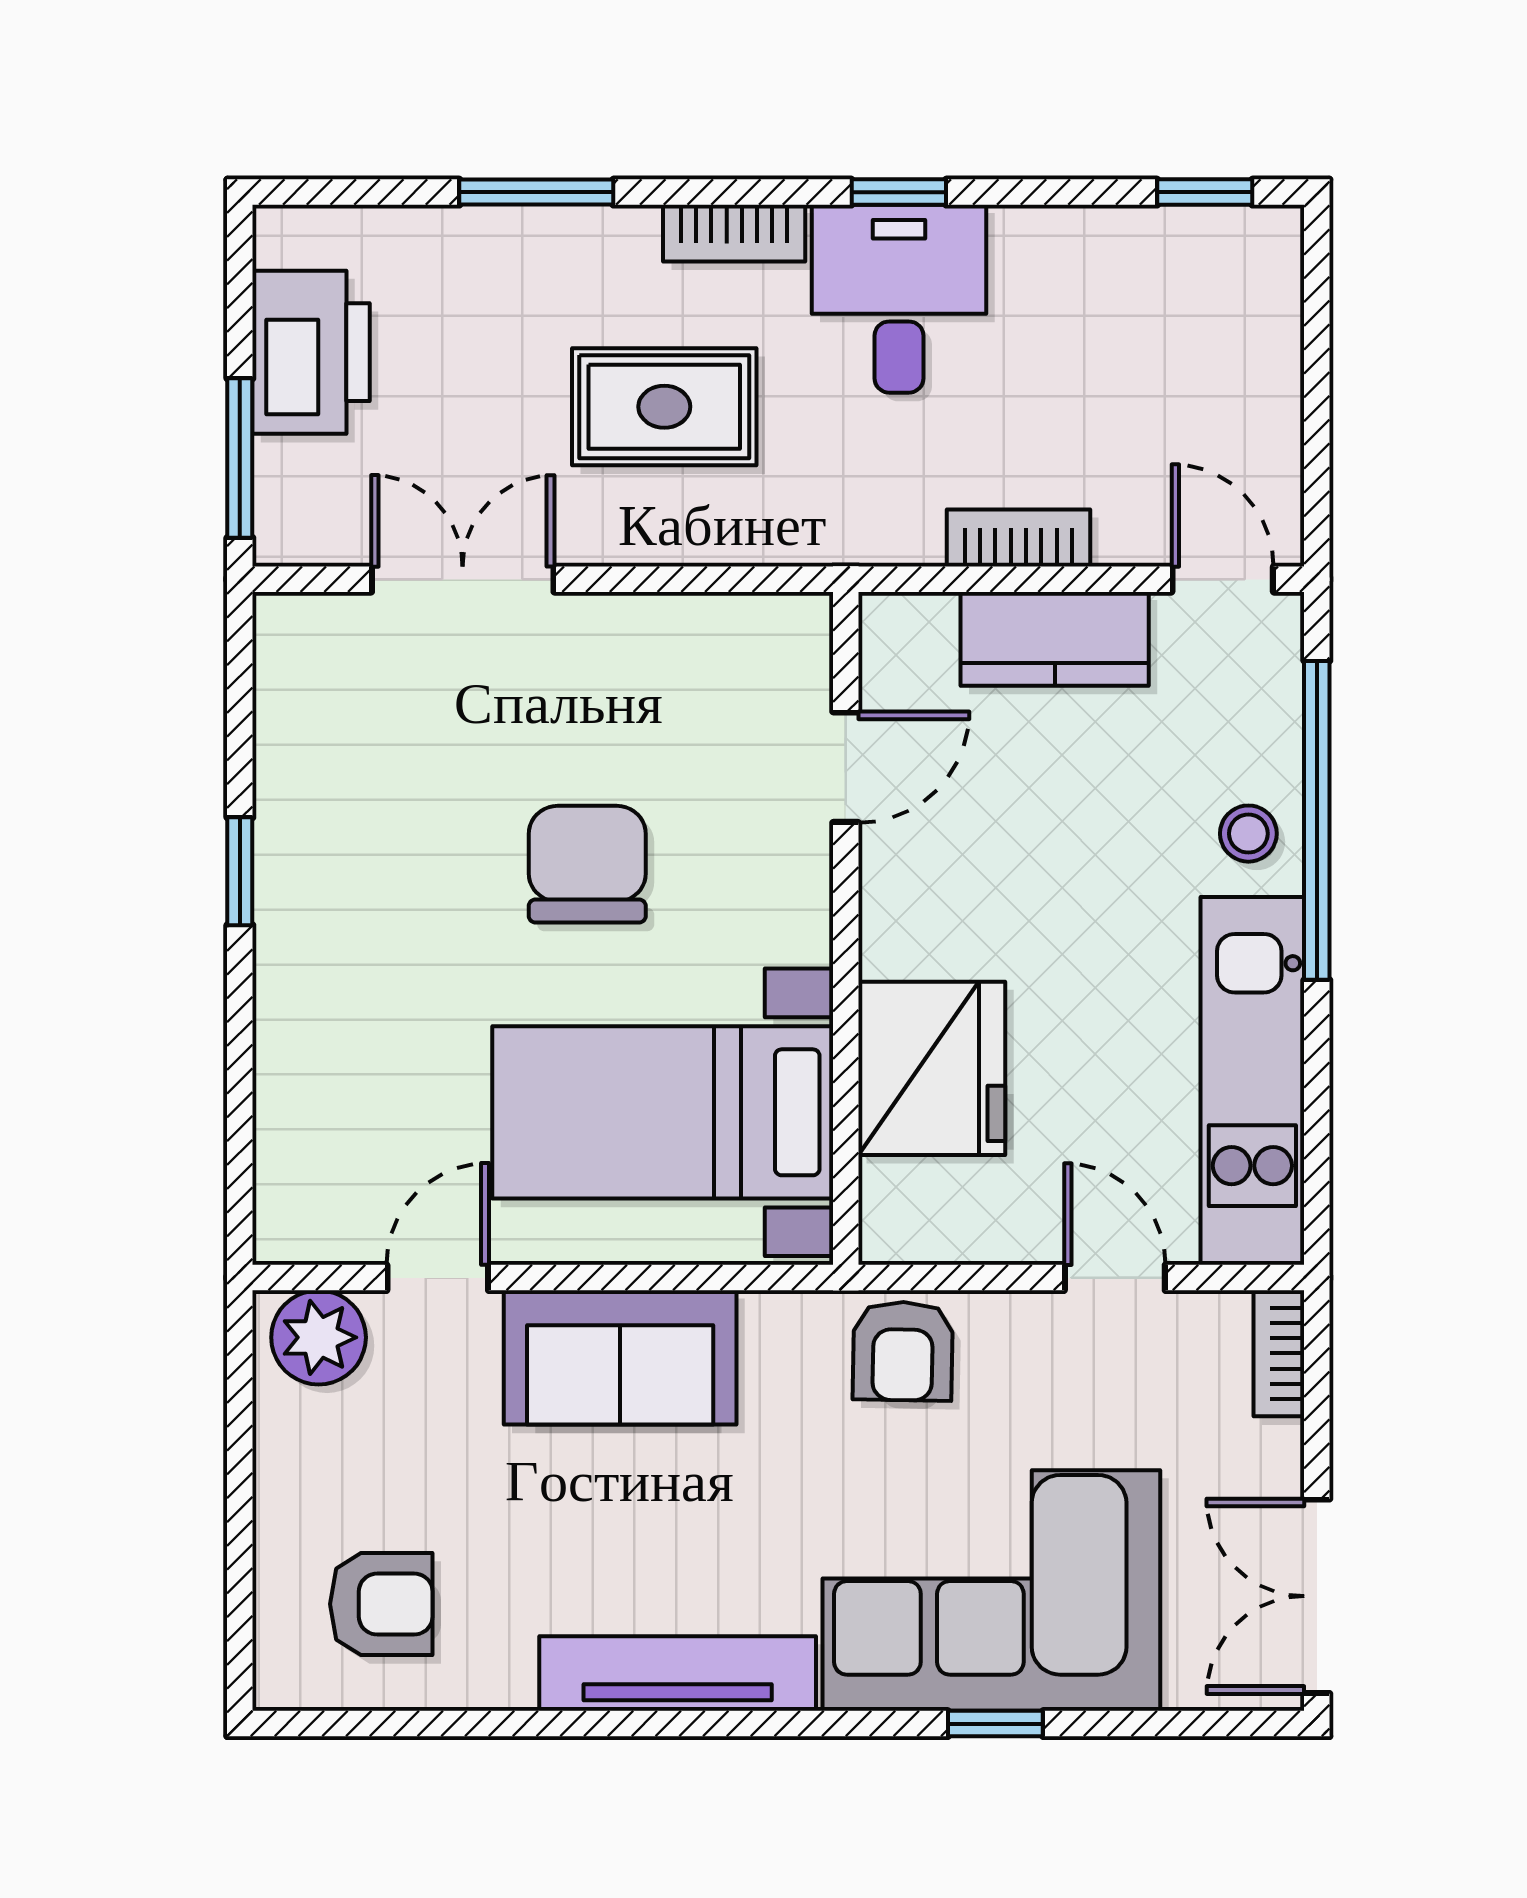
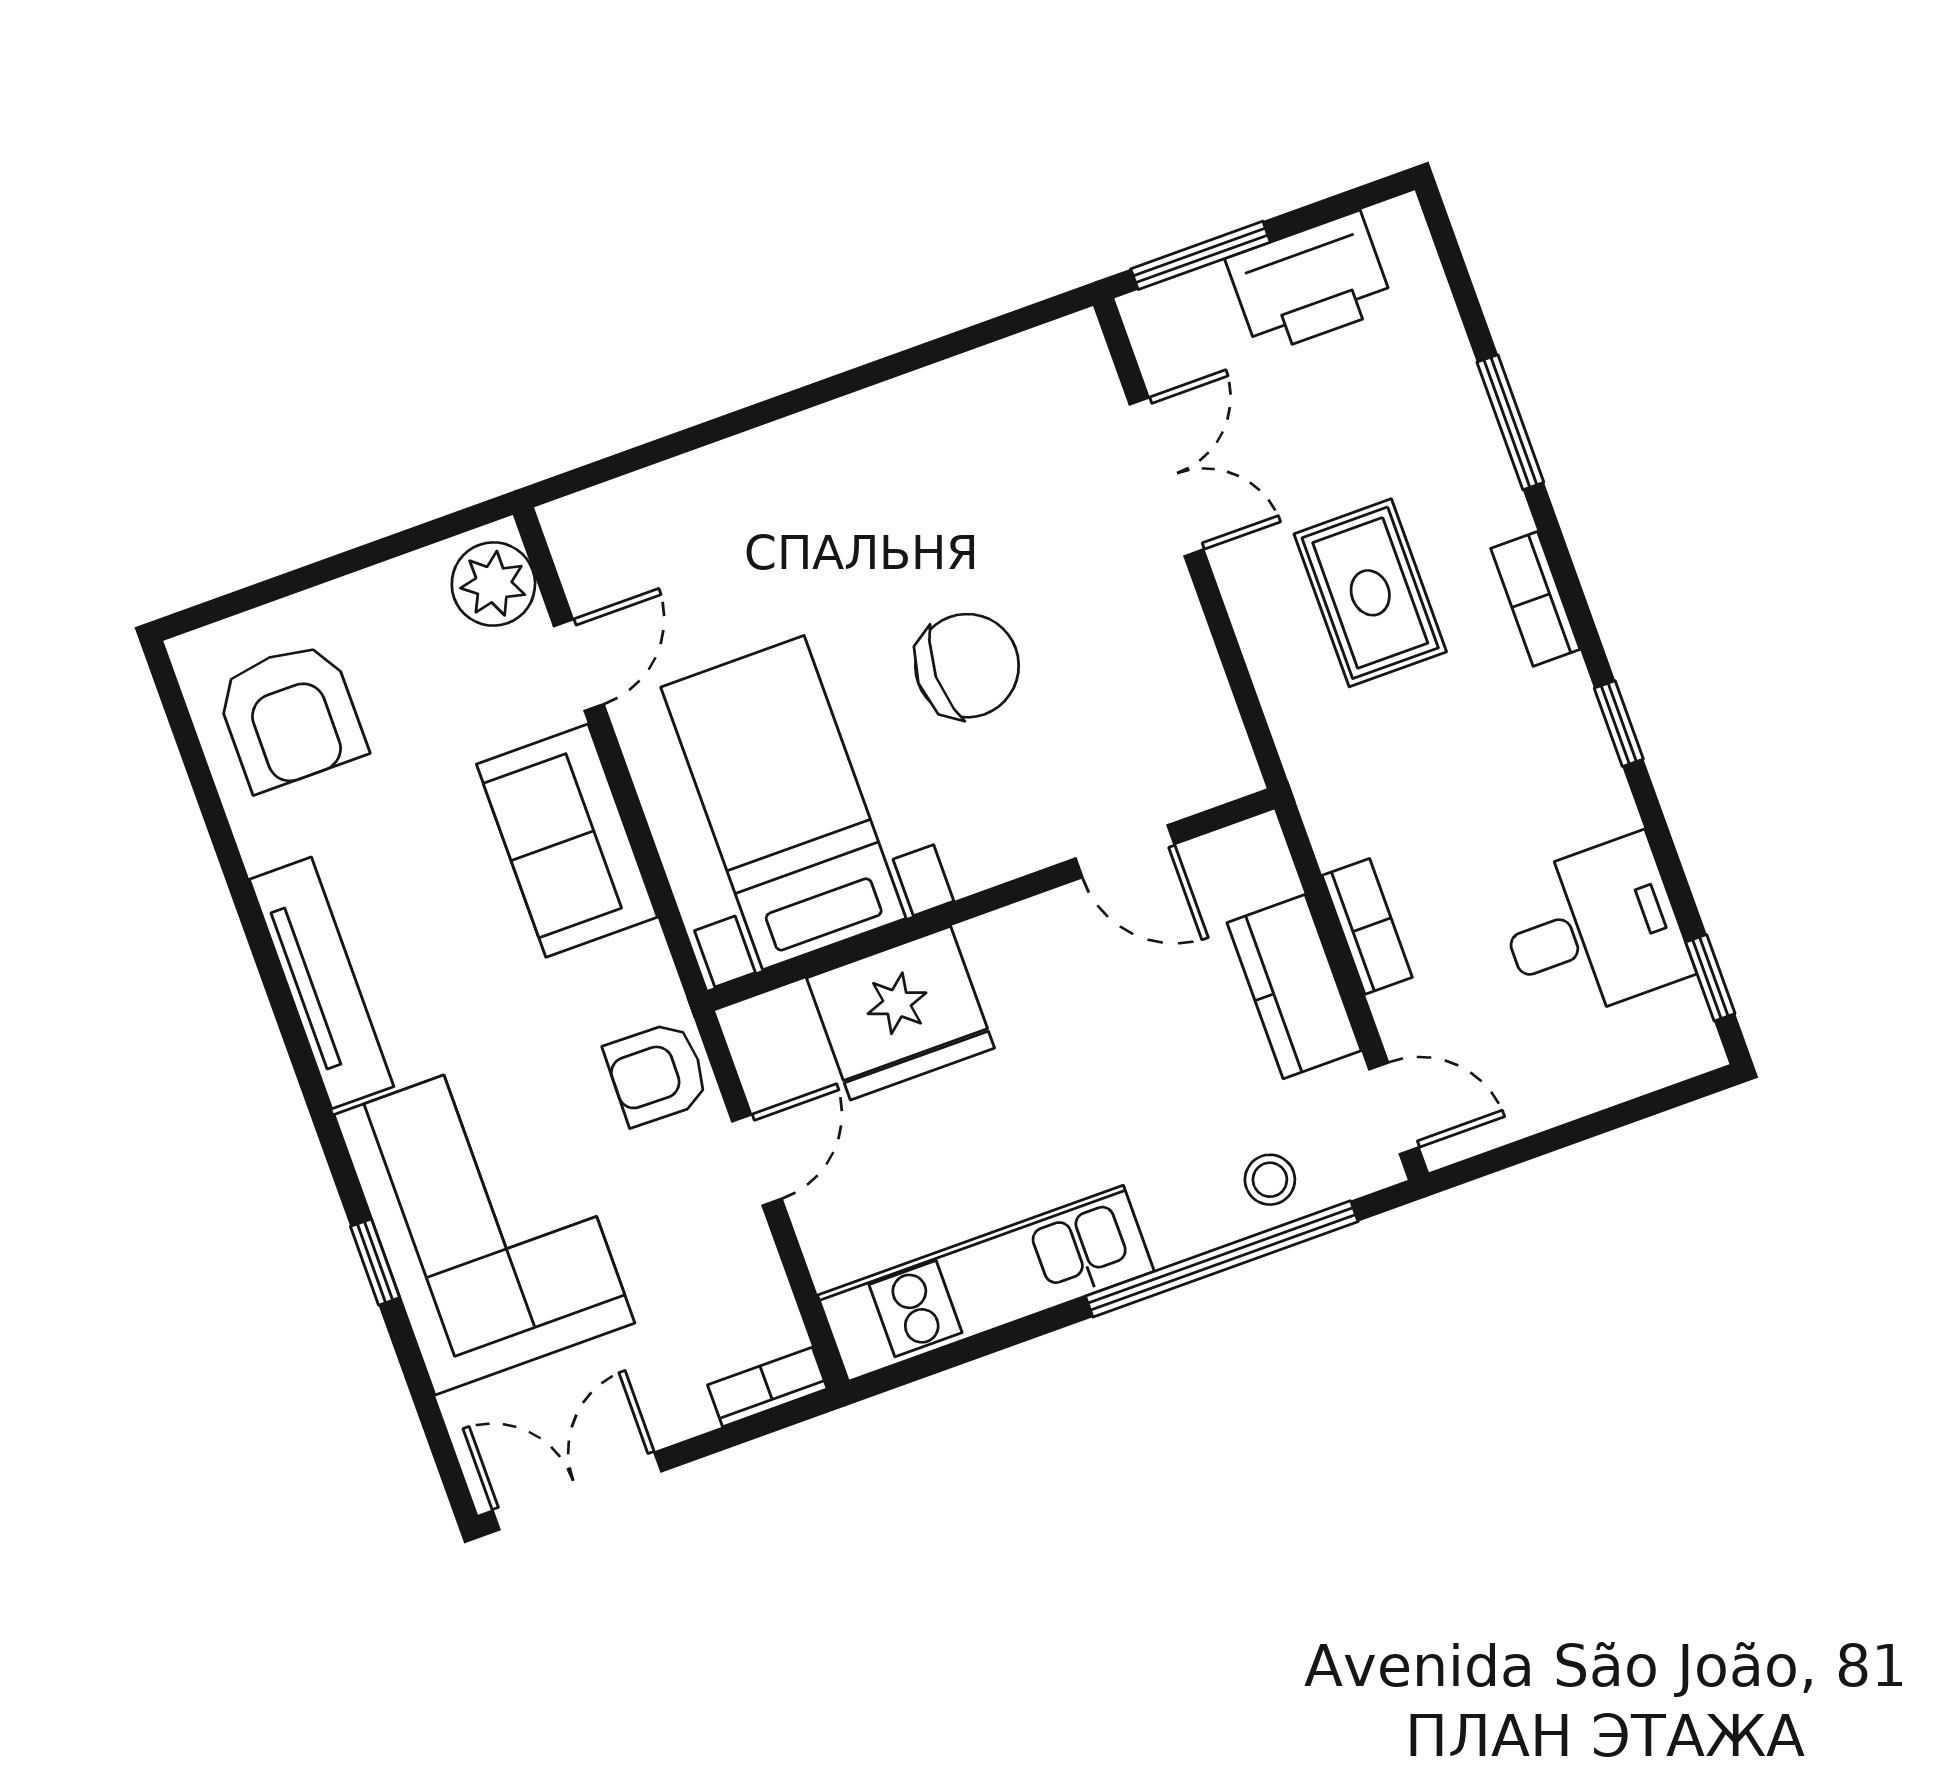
desk: (899, 299) -> (1593, 930), moved
door: (1223, 579) -> (1394, 1108), hinge flipped
stool: (1248, 834) -> (1270, 1180), moved
window: (240, 871) -> (857, 379), removed
door: (438, 1278) -> (579, 665), hinge flipped
door: (1115, 1278) -> (757, 1160), moved
armchair: (381, 1604) -> (291, 716), width x1.38, depth x1.38

